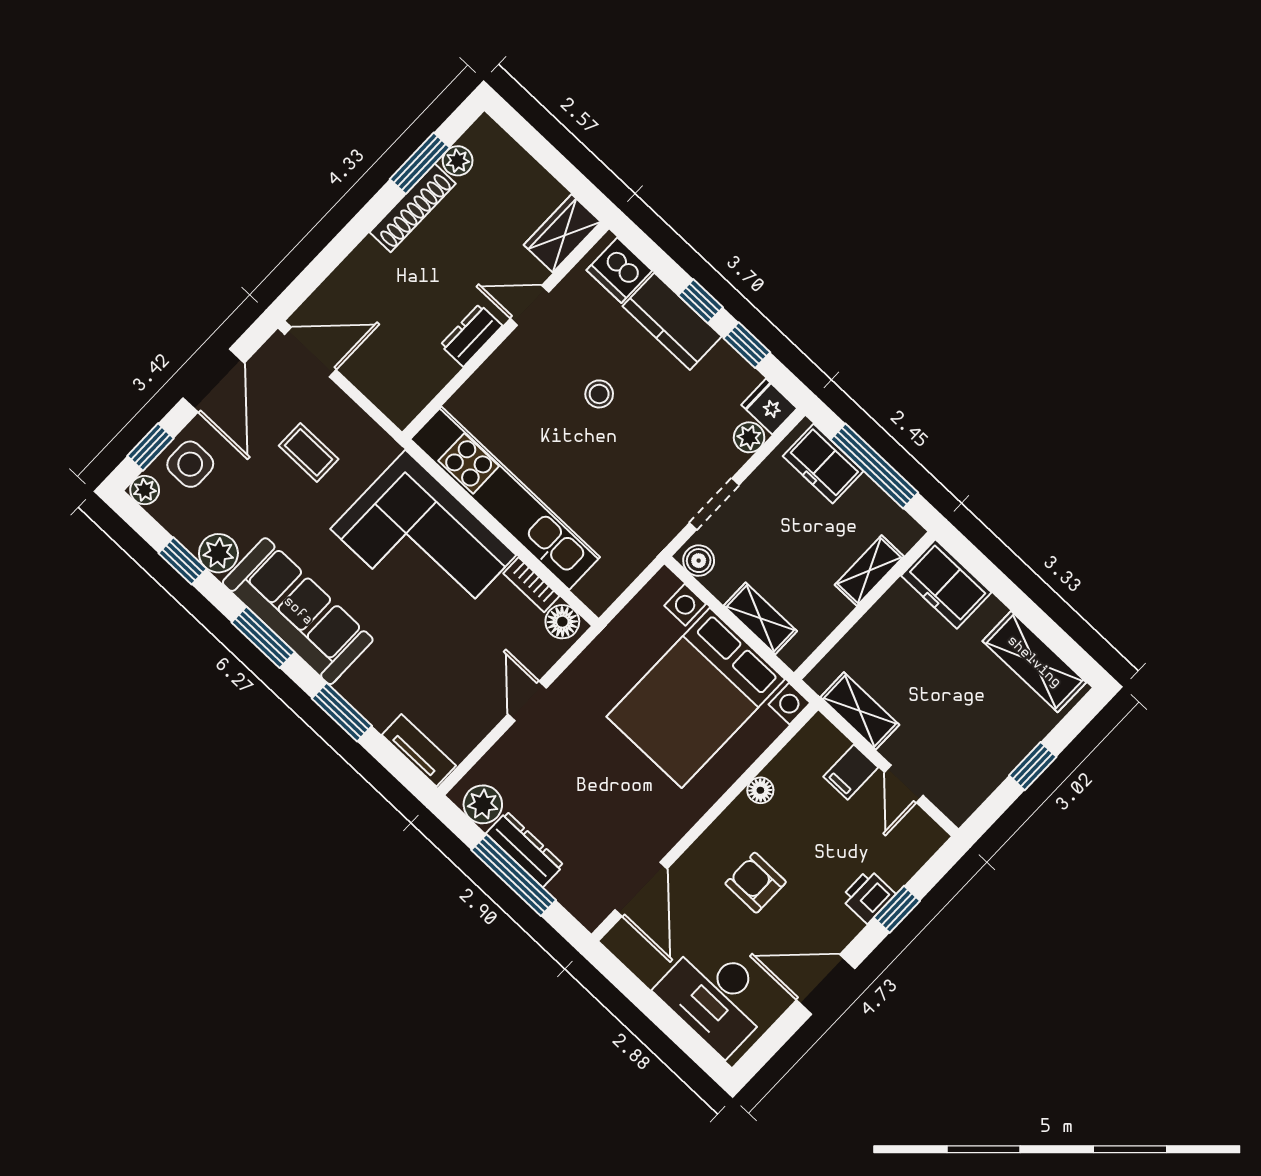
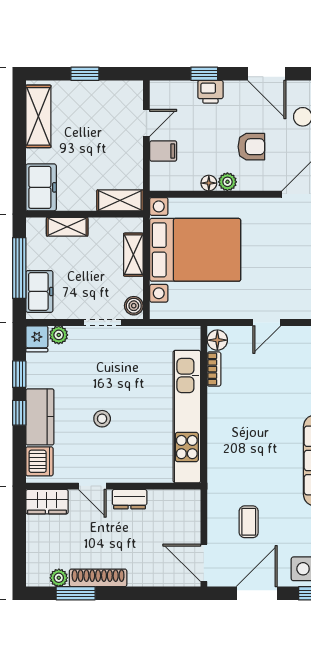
corner sofa: (423, 542) -> (240, 434), removed
shelving: (860, 711) -> (120, 200), moved, turned 90
plant: (741, 814) -> (227, 182), added
armchair: (756, 883) -> (251, 147), turned -90

